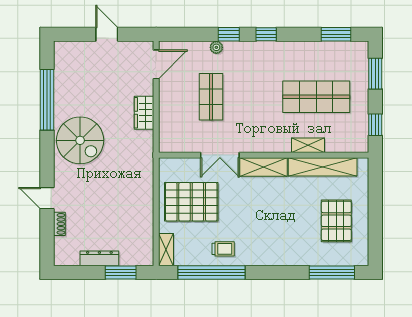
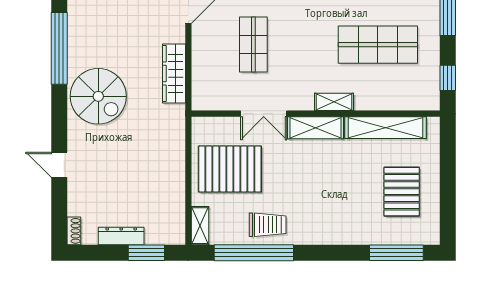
wardrobe: (144, 113) -> (174, 73), width x1.50
shelving: (308, 145) -> (334, 102), moved
shoe rack: (59, 224) -> (74, 231), moved
trolley: (223, 249) -> (268, 225), width x1.36, depth x1.39

